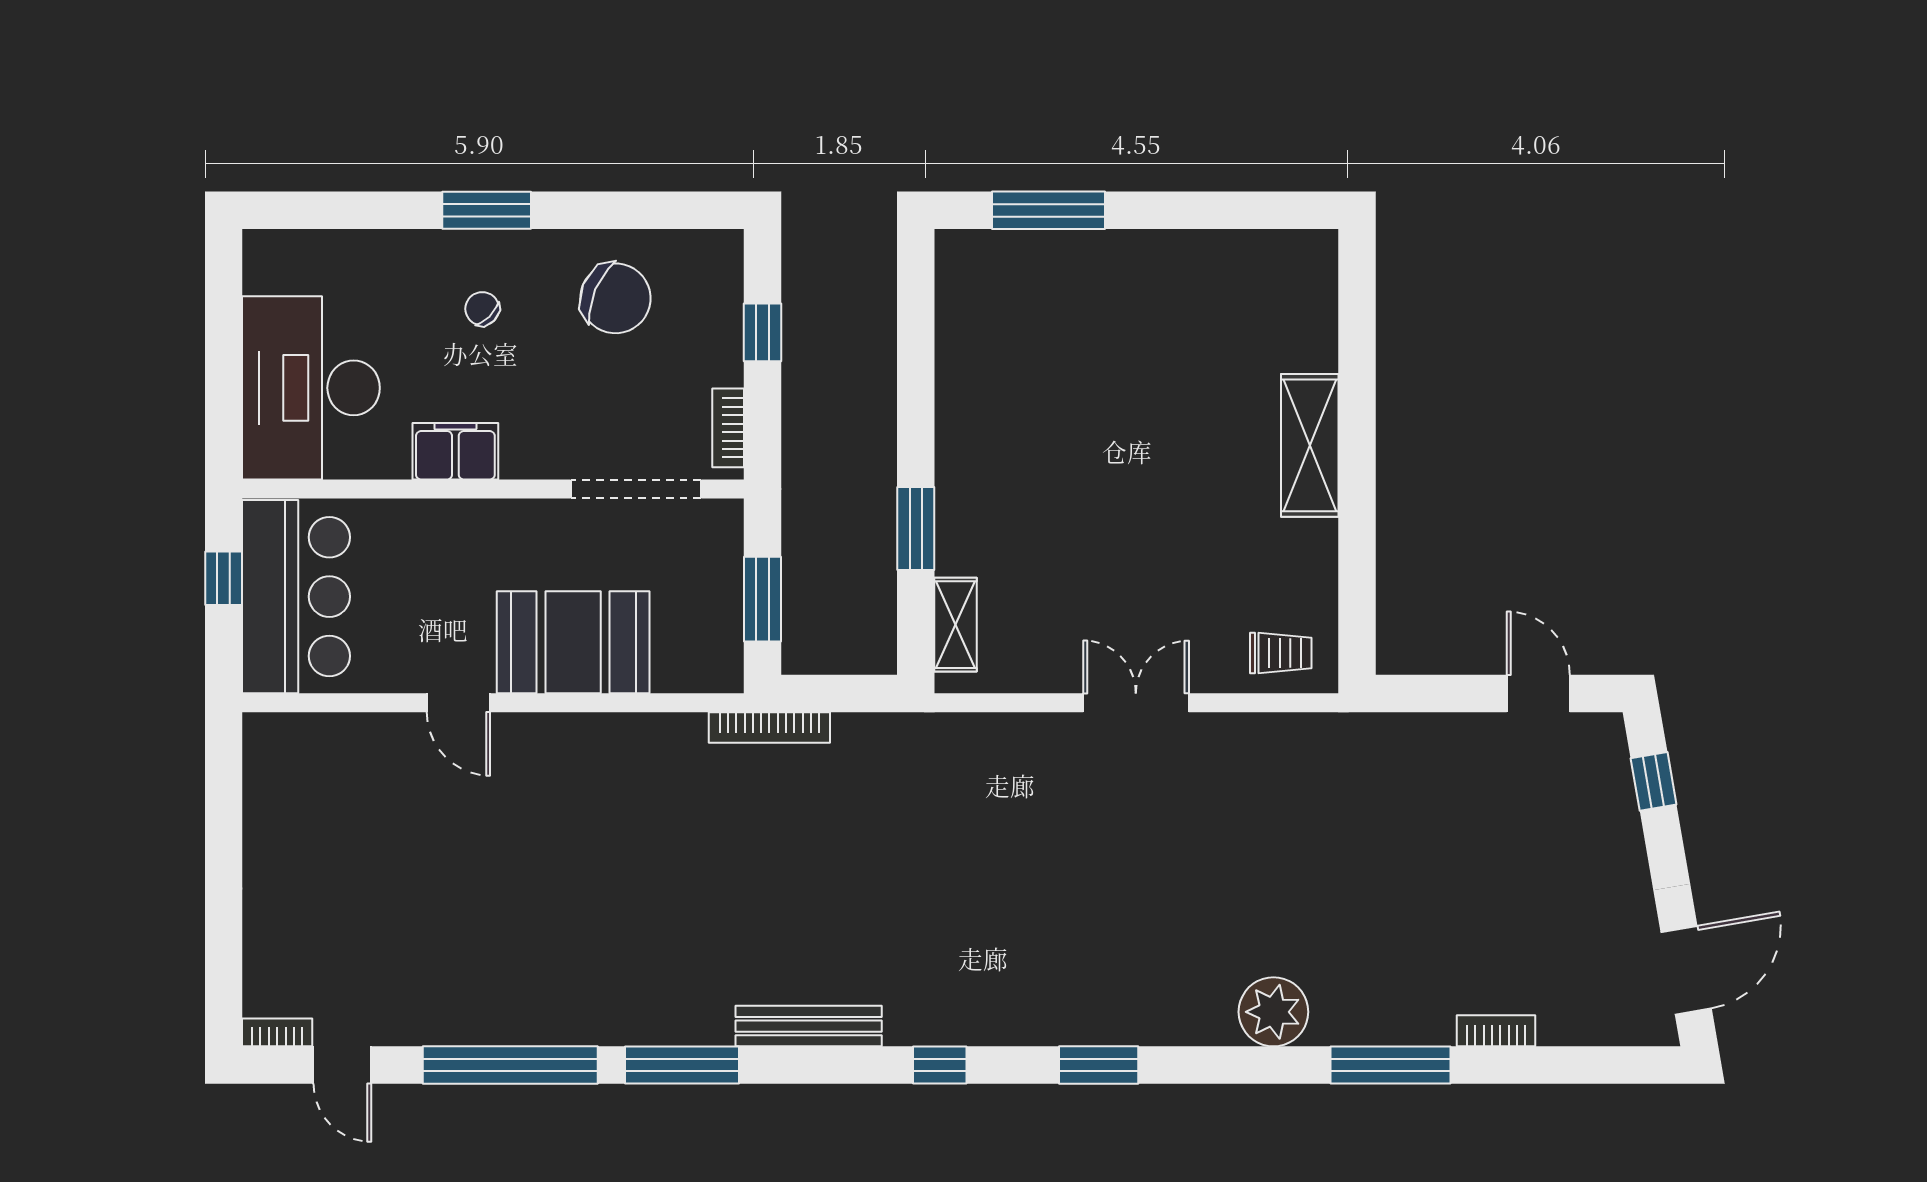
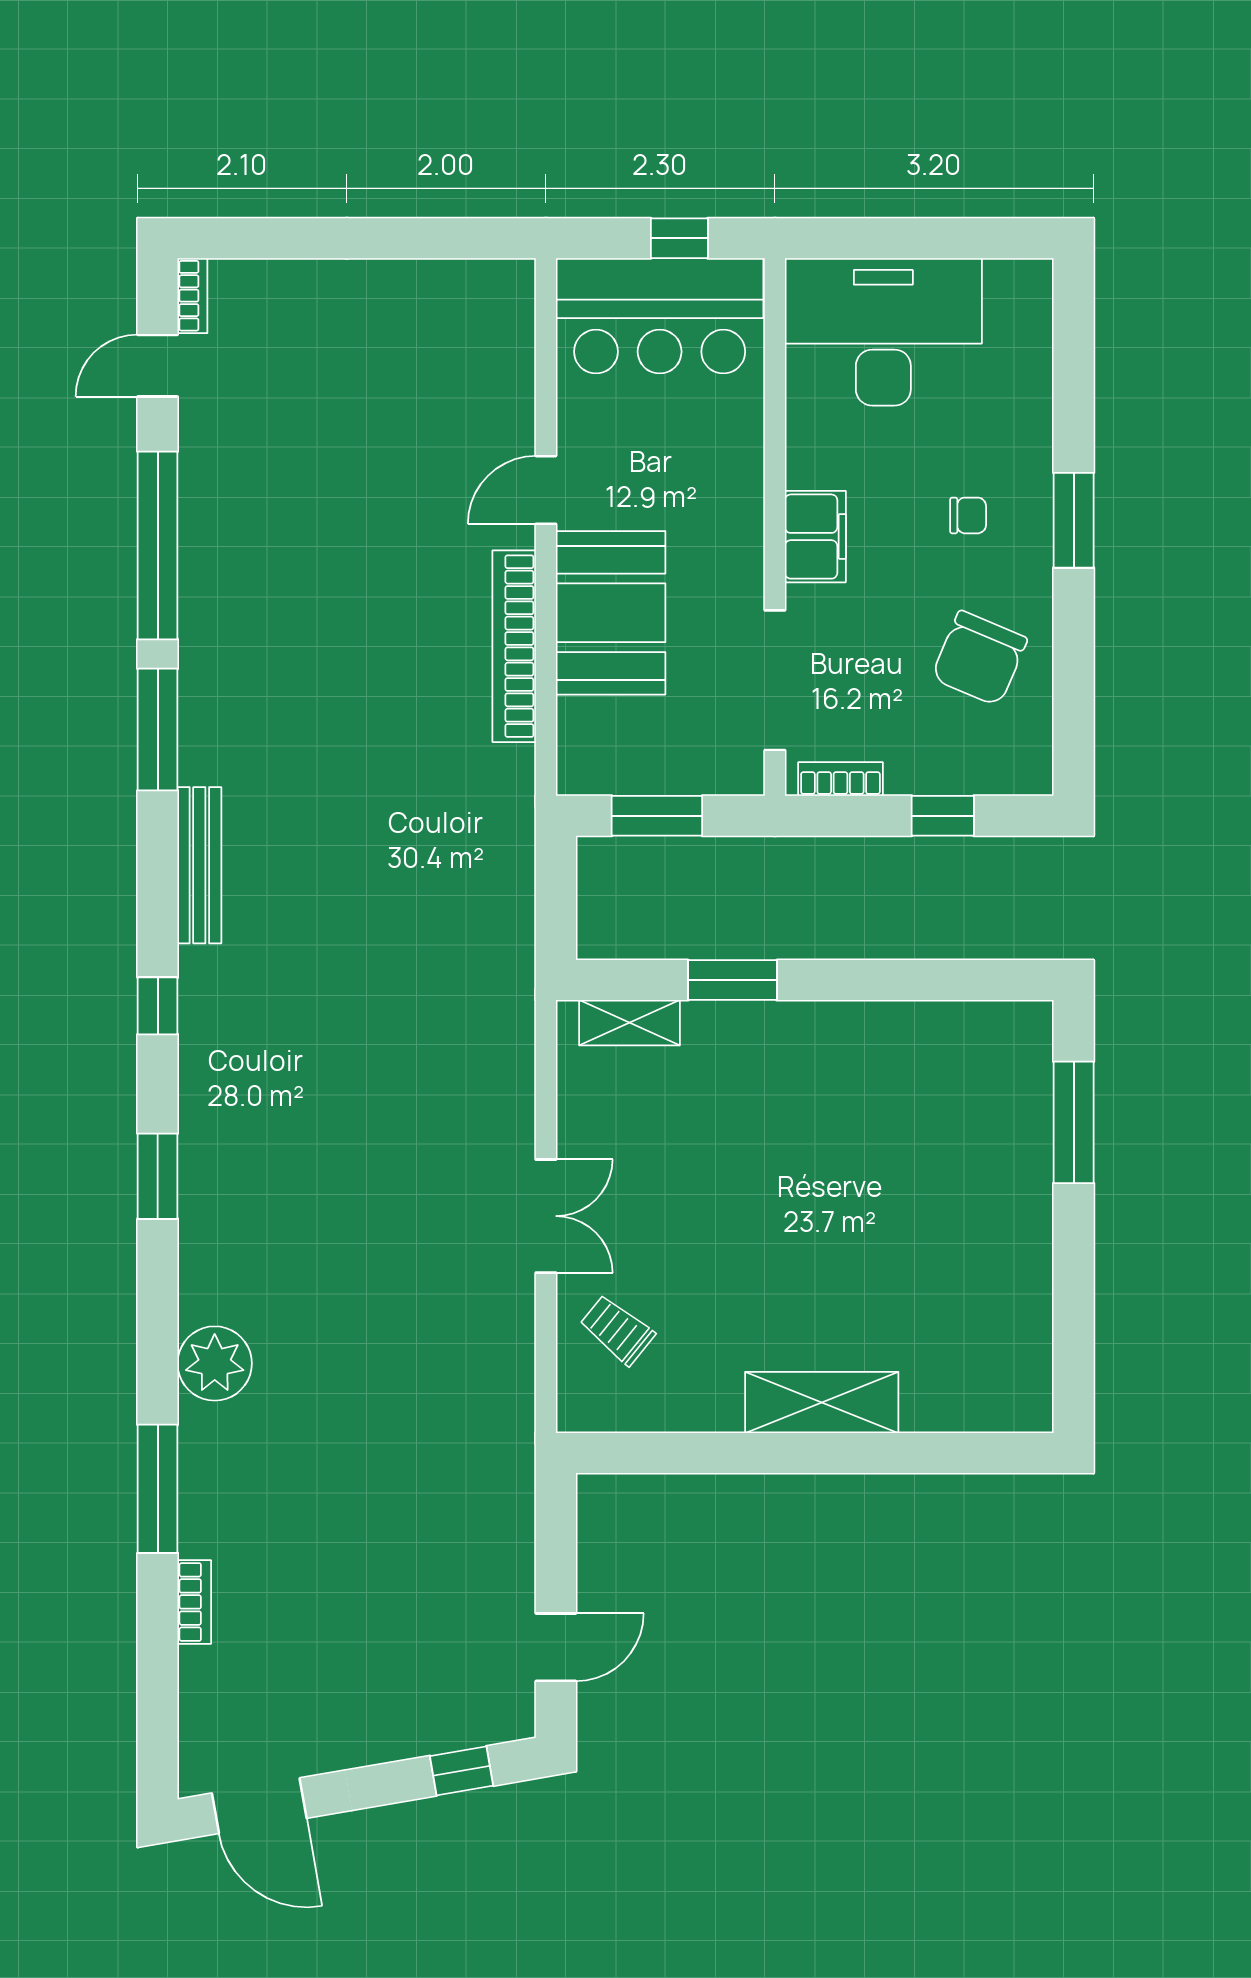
chair: (482, 309) -> (968, 515), turned 45
filing cabinet: (455, 451) -> (815, 537), moved
trolley: (1281, 653) -> (617, 1330), moved, turned 129
bookcase: (769, 727) -> (514, 646), moved, width x1.48, depth x1.31

